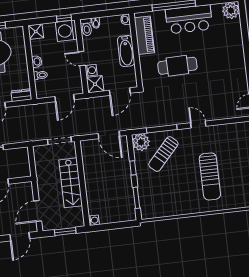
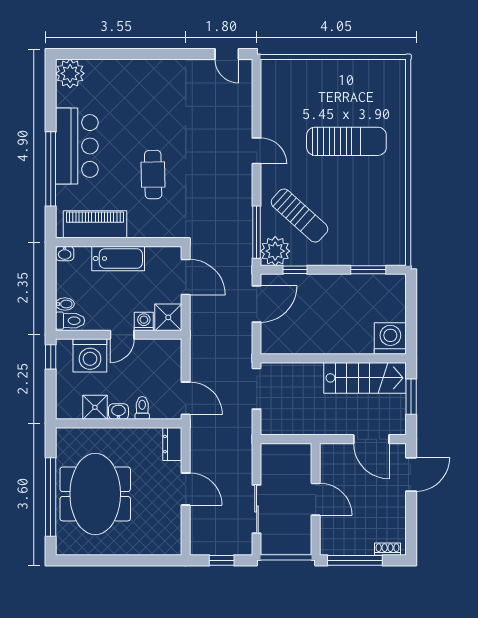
washing machine: (66, 31) -> (90, 355), moved
shower: (36, 32) -> (95, 407), moved
cafe table: (177, 66) -> (153, 175), width x0.73, depth x0.74
door: (64, 98) -> (186, 398), moved
door: (198, 125) -> (257, 151), swing flipped
window: (162, 129) -> (257, 232), moved
window: (133, 168) -> (295, 270), moved
stairs: (71, 183) -> (365, 378), moved
washing machine: (94, 220) -> (390, 339), width x1.89, depth x1.89
door: (20, 237) -> (411, 474), hinge flipped

